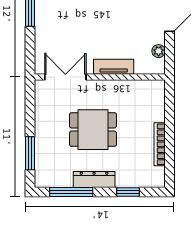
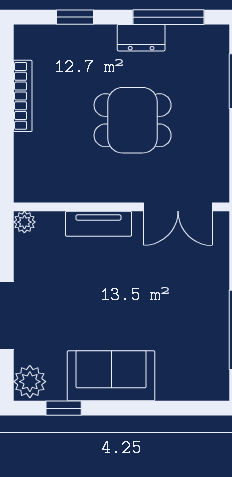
plant: (159, 51) -> (24, 222), moved
dresser: (94, 180) -> (141, 38), width x0.70

